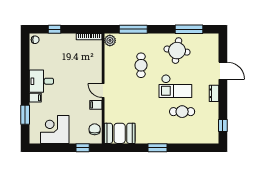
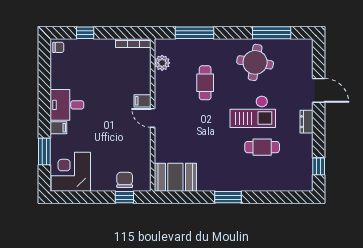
plant: (110, 40) -> (162, 63), moved
filing cabinet: (96, 105) -> (142, 101), moved
corner desk: (55, 129) -> (71, 172), moved
chair: (95, 129) -> (125, 180), moved

